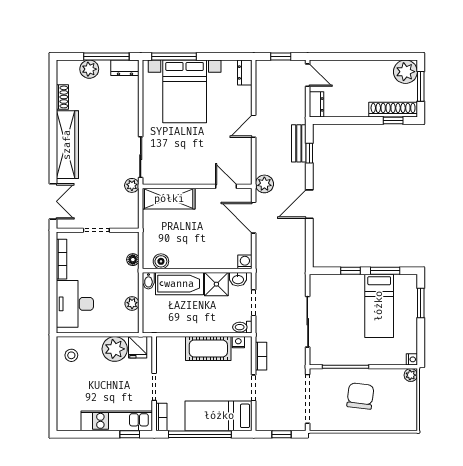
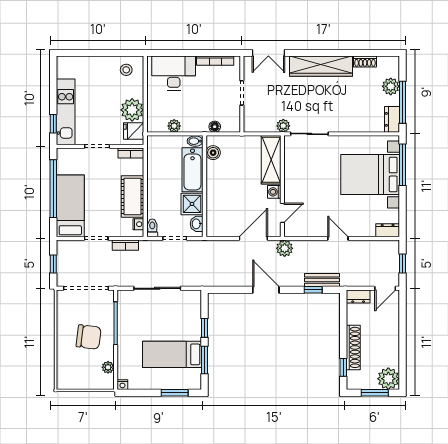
shoe rack: (393, 110) -> (353, 347), moved
washing machine: (245, 262) -> (274, 192), moved, turned 180
plant: (411, 375) -> (108, 367), moved
bookcase: (161, 417) -> (131, 153), moved

